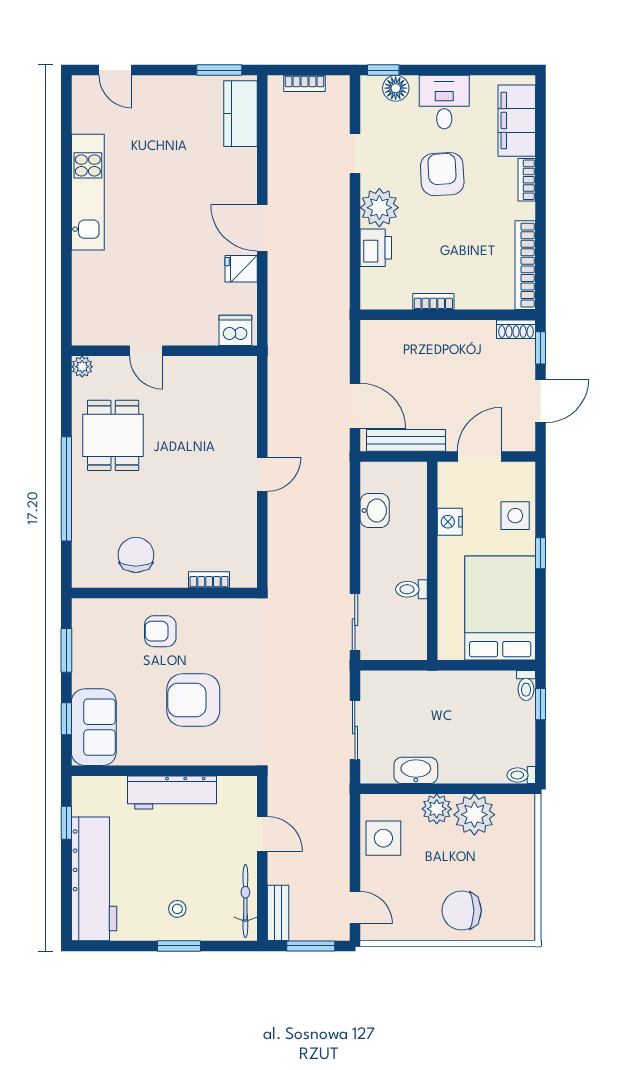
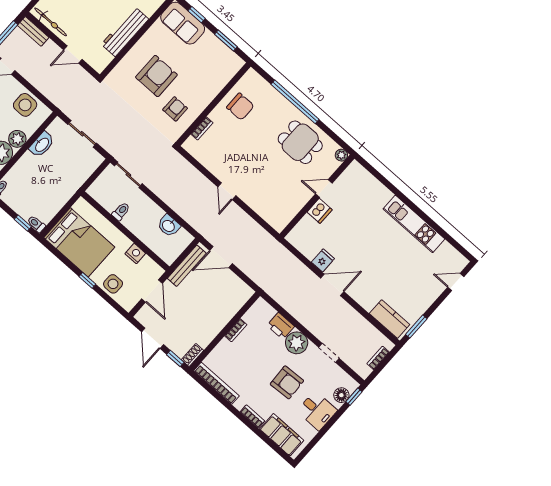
dishwasher: (235, 330) -> (320, 211), moved
armchair: (160, 631) -> (175, 109), moved

